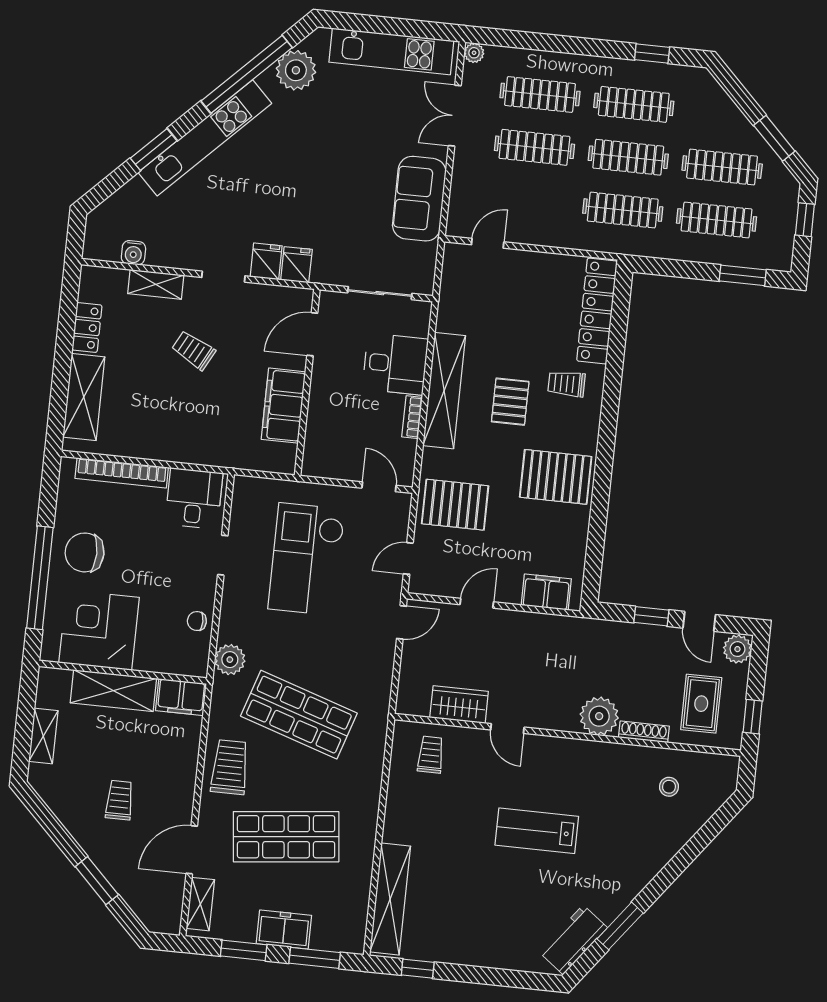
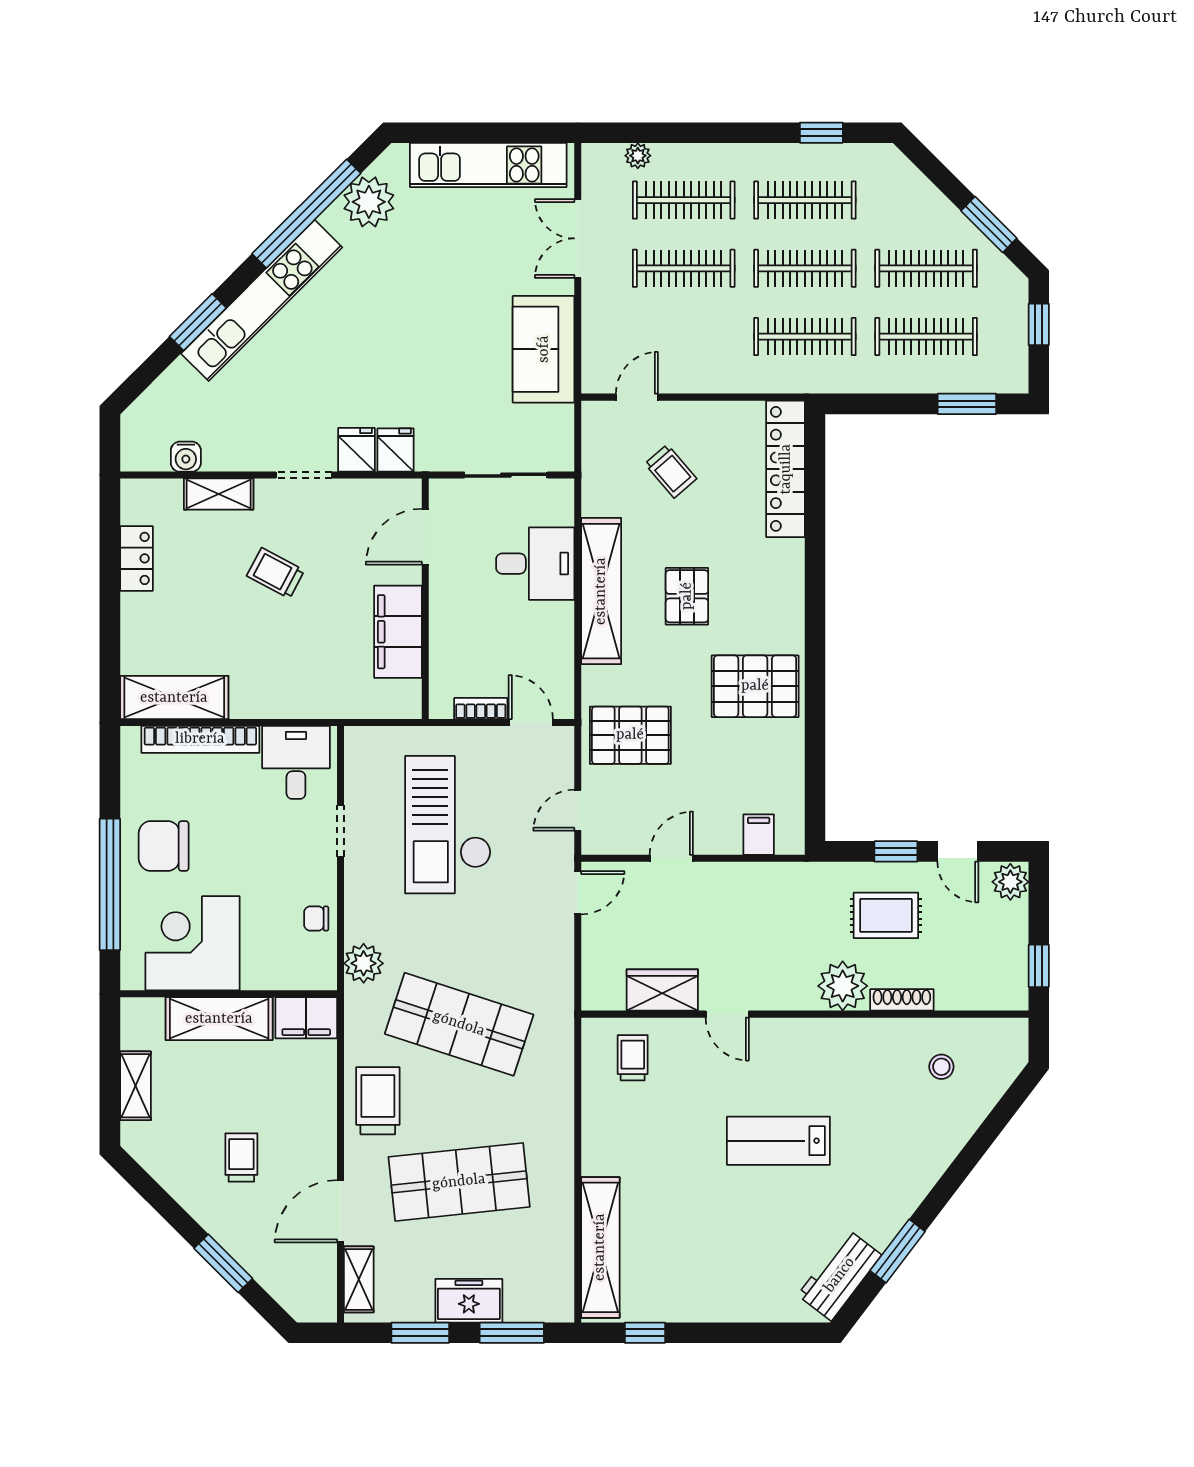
plant: (474, 53) -> (638, 156), moved
trolley: (566, 384) -> (671, 471), moved, turned -131
shelving: (84, 397) -> (174, 698), moved, turned 90
bookcase: (412, 417) -> (481, 709), moved, turned 90
filing cabinet: (546, 592) -> (759, 835), width x0.50
rug: (701, 704) -> (886, 915), moved, turned 90

